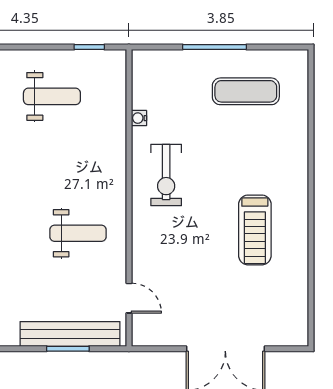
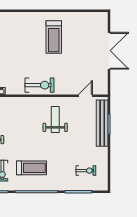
exercise bike: (166, 175) -> (40, 85), moved
treadmill: (255, 230) -> (54, 37), turned 90

